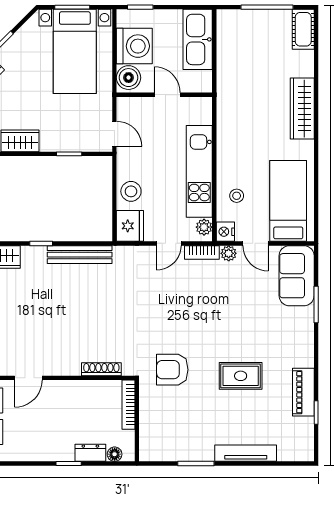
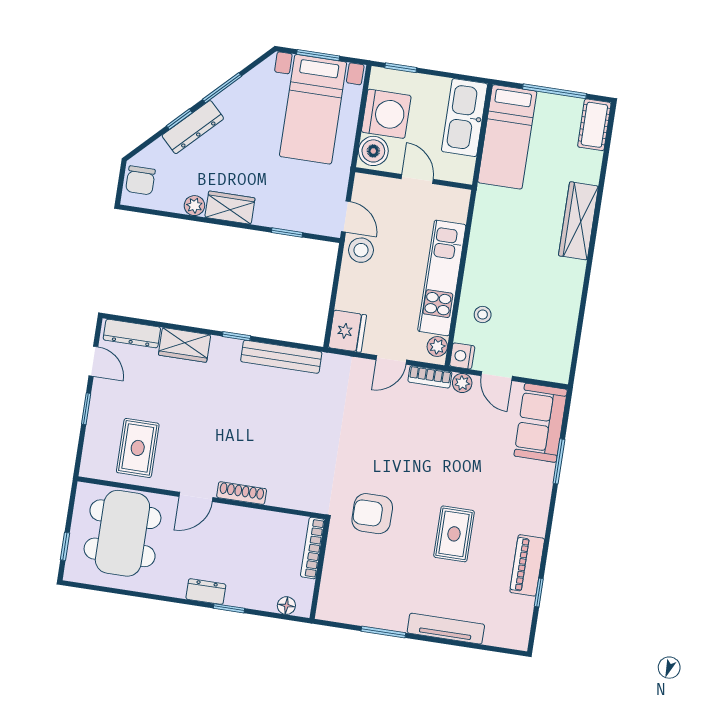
stool: (131, 191) -> (361, 250), moved
bed: (288, 201) -> (507, 137), moved, turned 180
shoe rack: (101, 369) -> (242, 493), moved
rug: (241, 376) -> (454, 534), turned 90
dresser: (90, 453) -> (206, 592), moved

